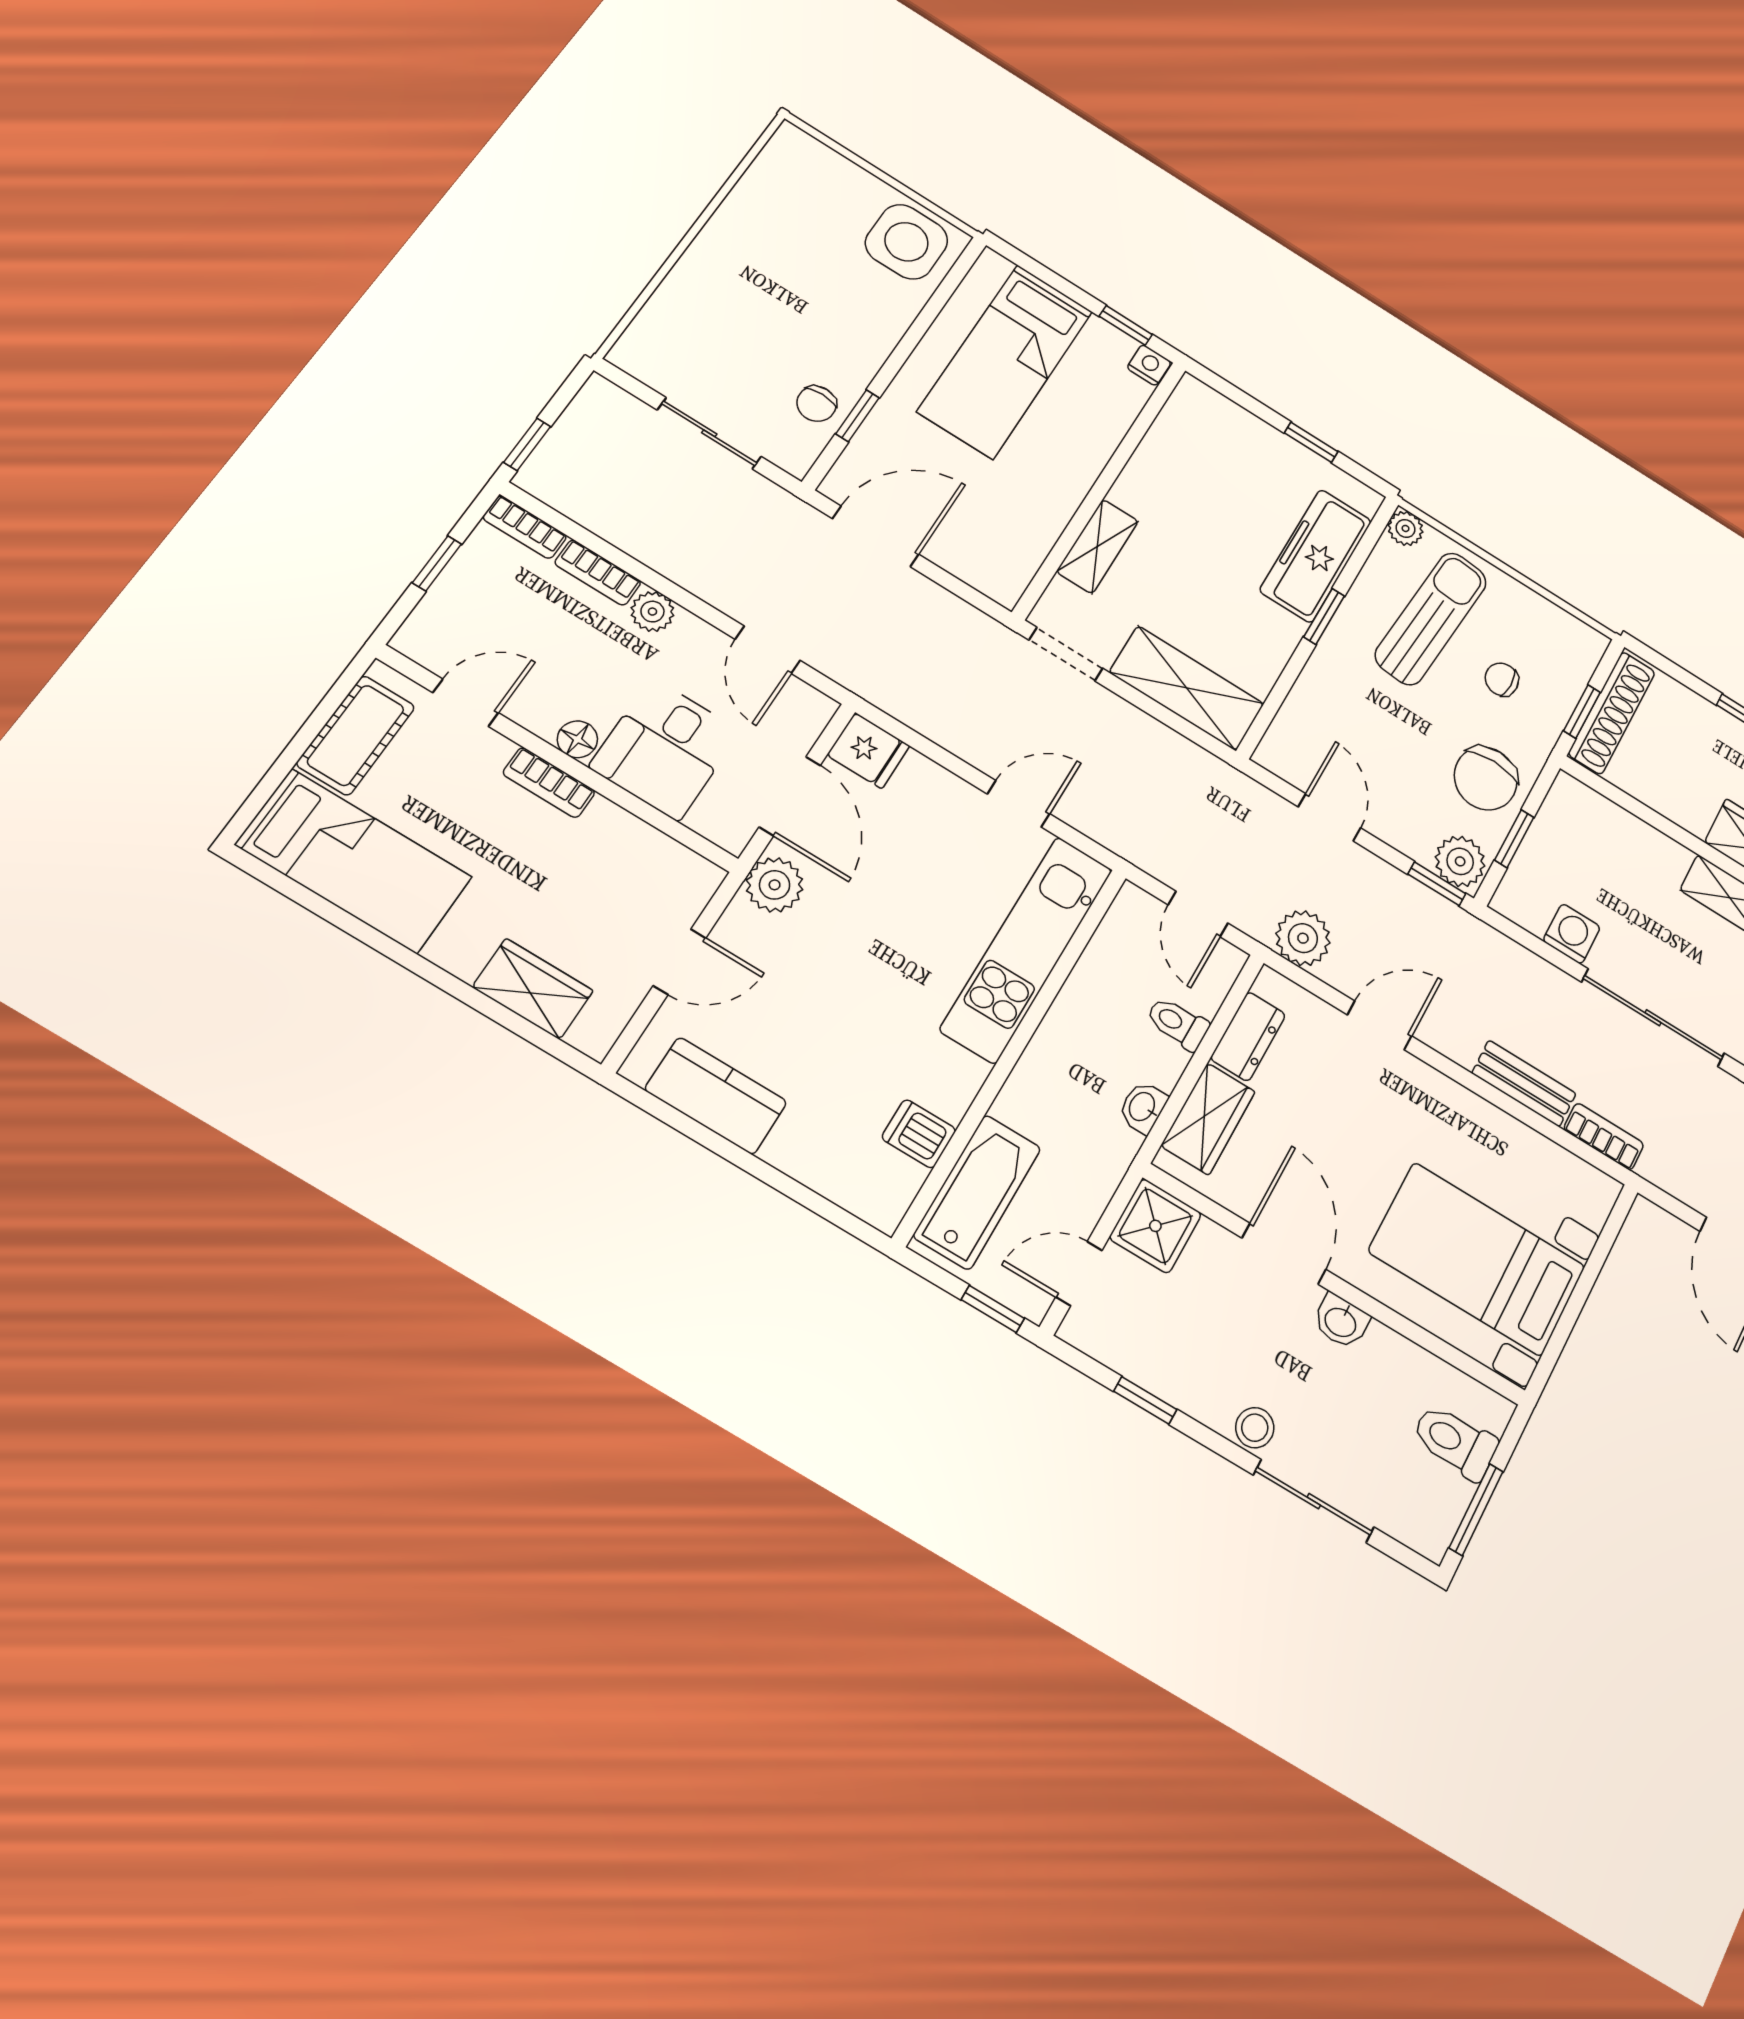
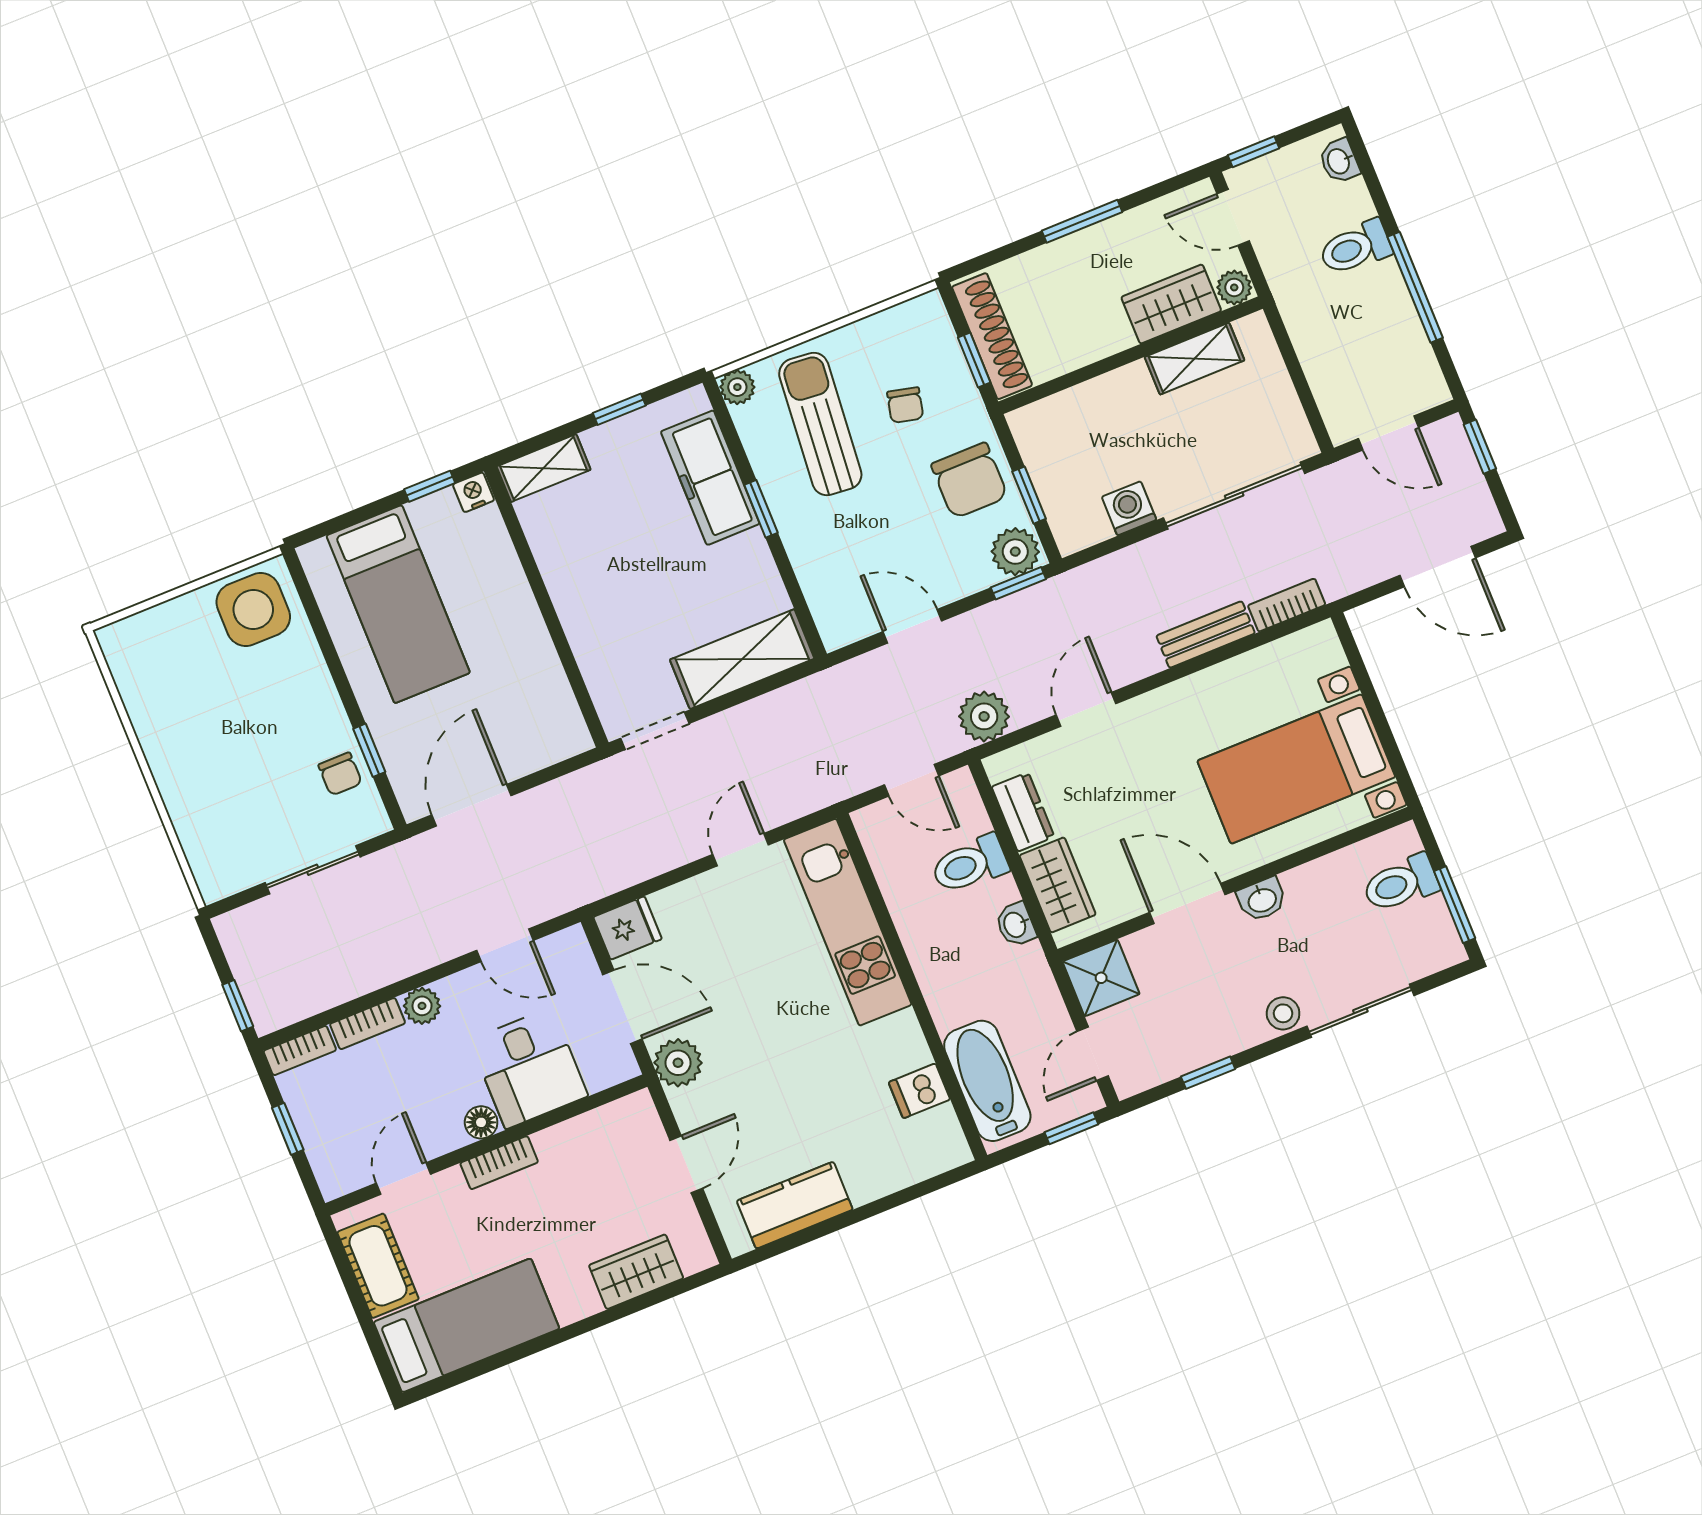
shelving: (1098, 546) -> (544, 468), moved, turned 90
chair: (1502, 679) -> (905, 405), turned -77
toilet: (1178, 1023) -> (970, 864), width x1.37, depth x1.39

